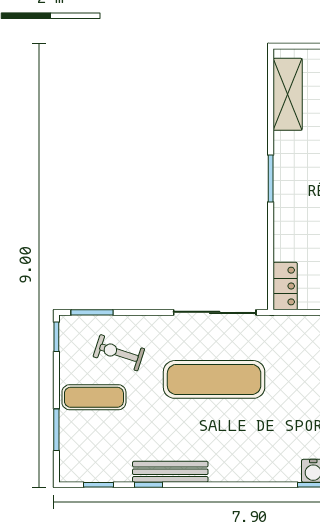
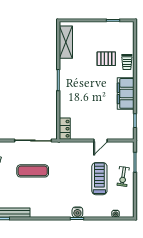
exercise mat: (214, 379) -> (33, 171), width x0.73, depth x0.69

